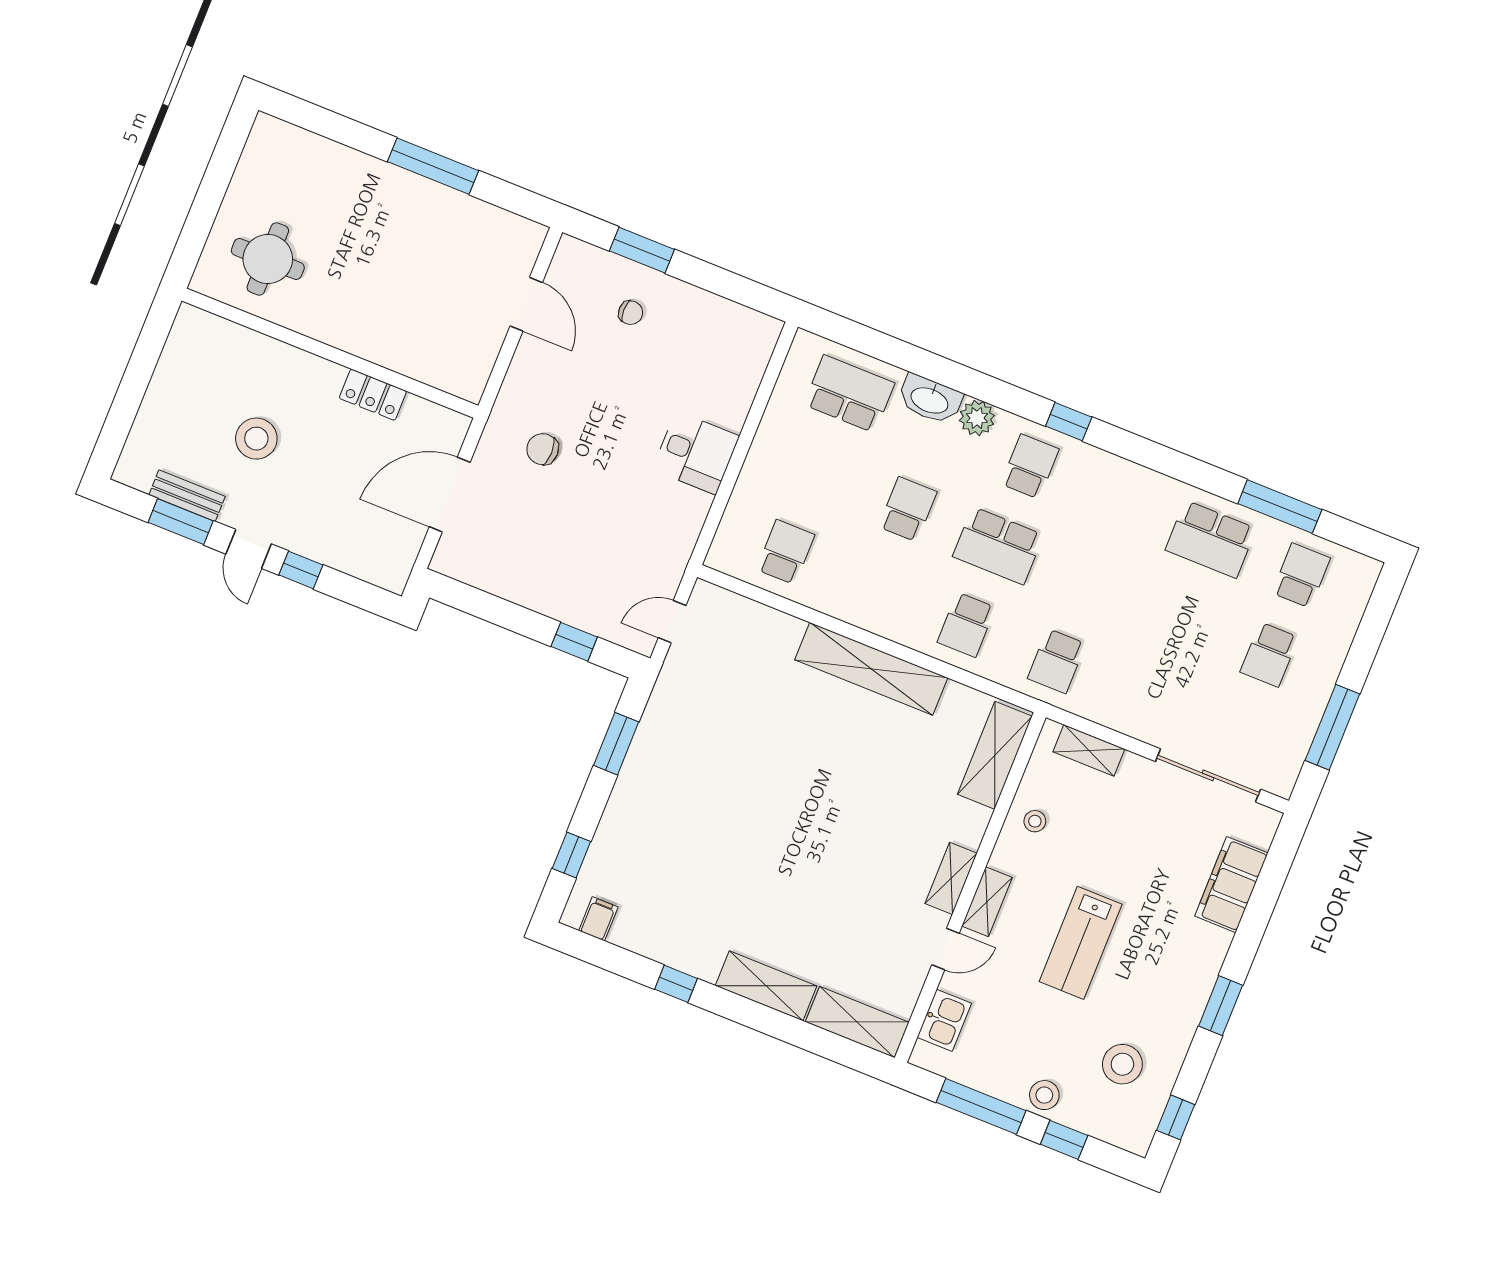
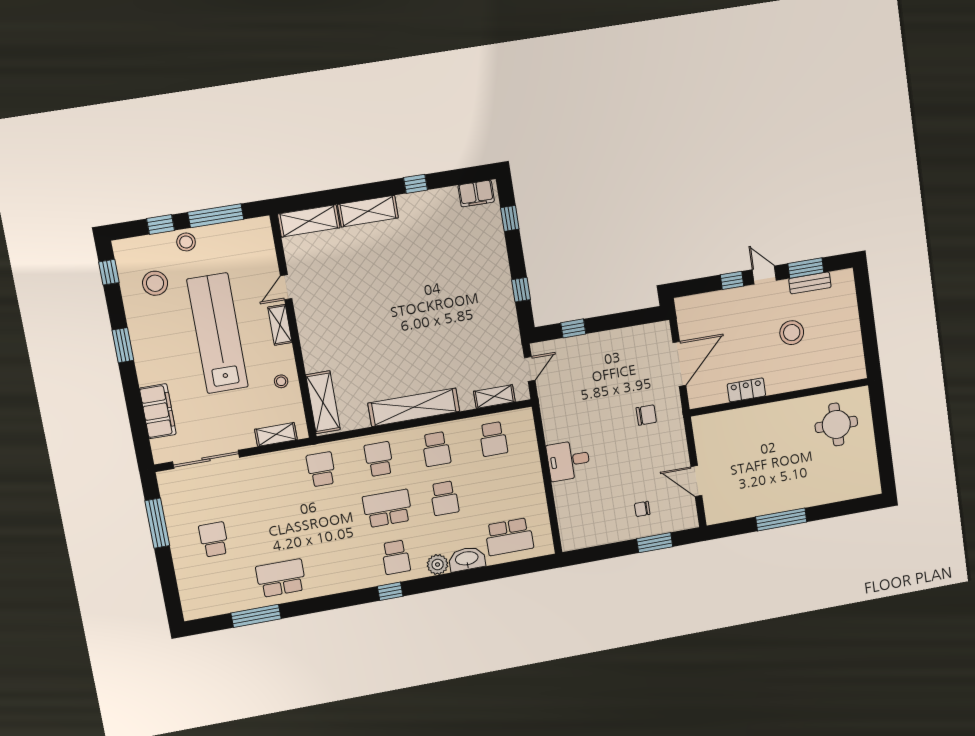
school desk: (1301, 575) -> (436, 449), moved
window: (616, 744) -> (521, 290), width x0.67
shelving: (951, 878) -> (494, 397), moved, turned 90
filing cabinet: (598, 919) -> (476, 193), width x2.00
lab bench: (1081, 943) -> (218, 333), width x1.86, depth x1.39
kitchen sink: (944, 1020) -> (264, 250), removed

